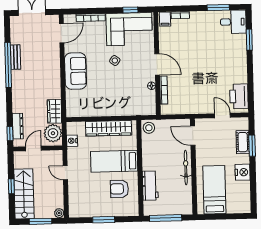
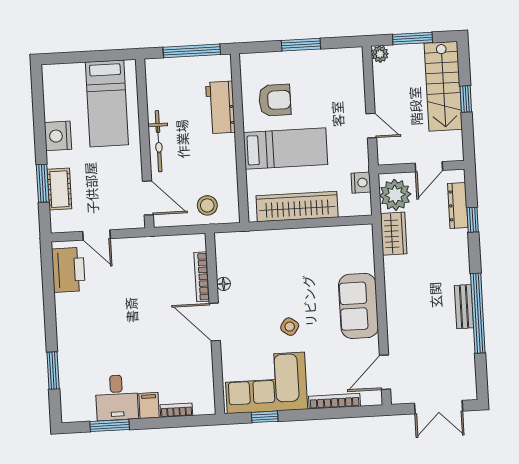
filing cabinet: (165, 19) -> (149, 405), moved
desk: (233, 22) -> (117, 398), moved, turned -90
bench: (16, 57) -> (464, 307), moved
stool: (149, 128) -> (207, 205), moved
window: (10, 134) -> (473, 220), moved

